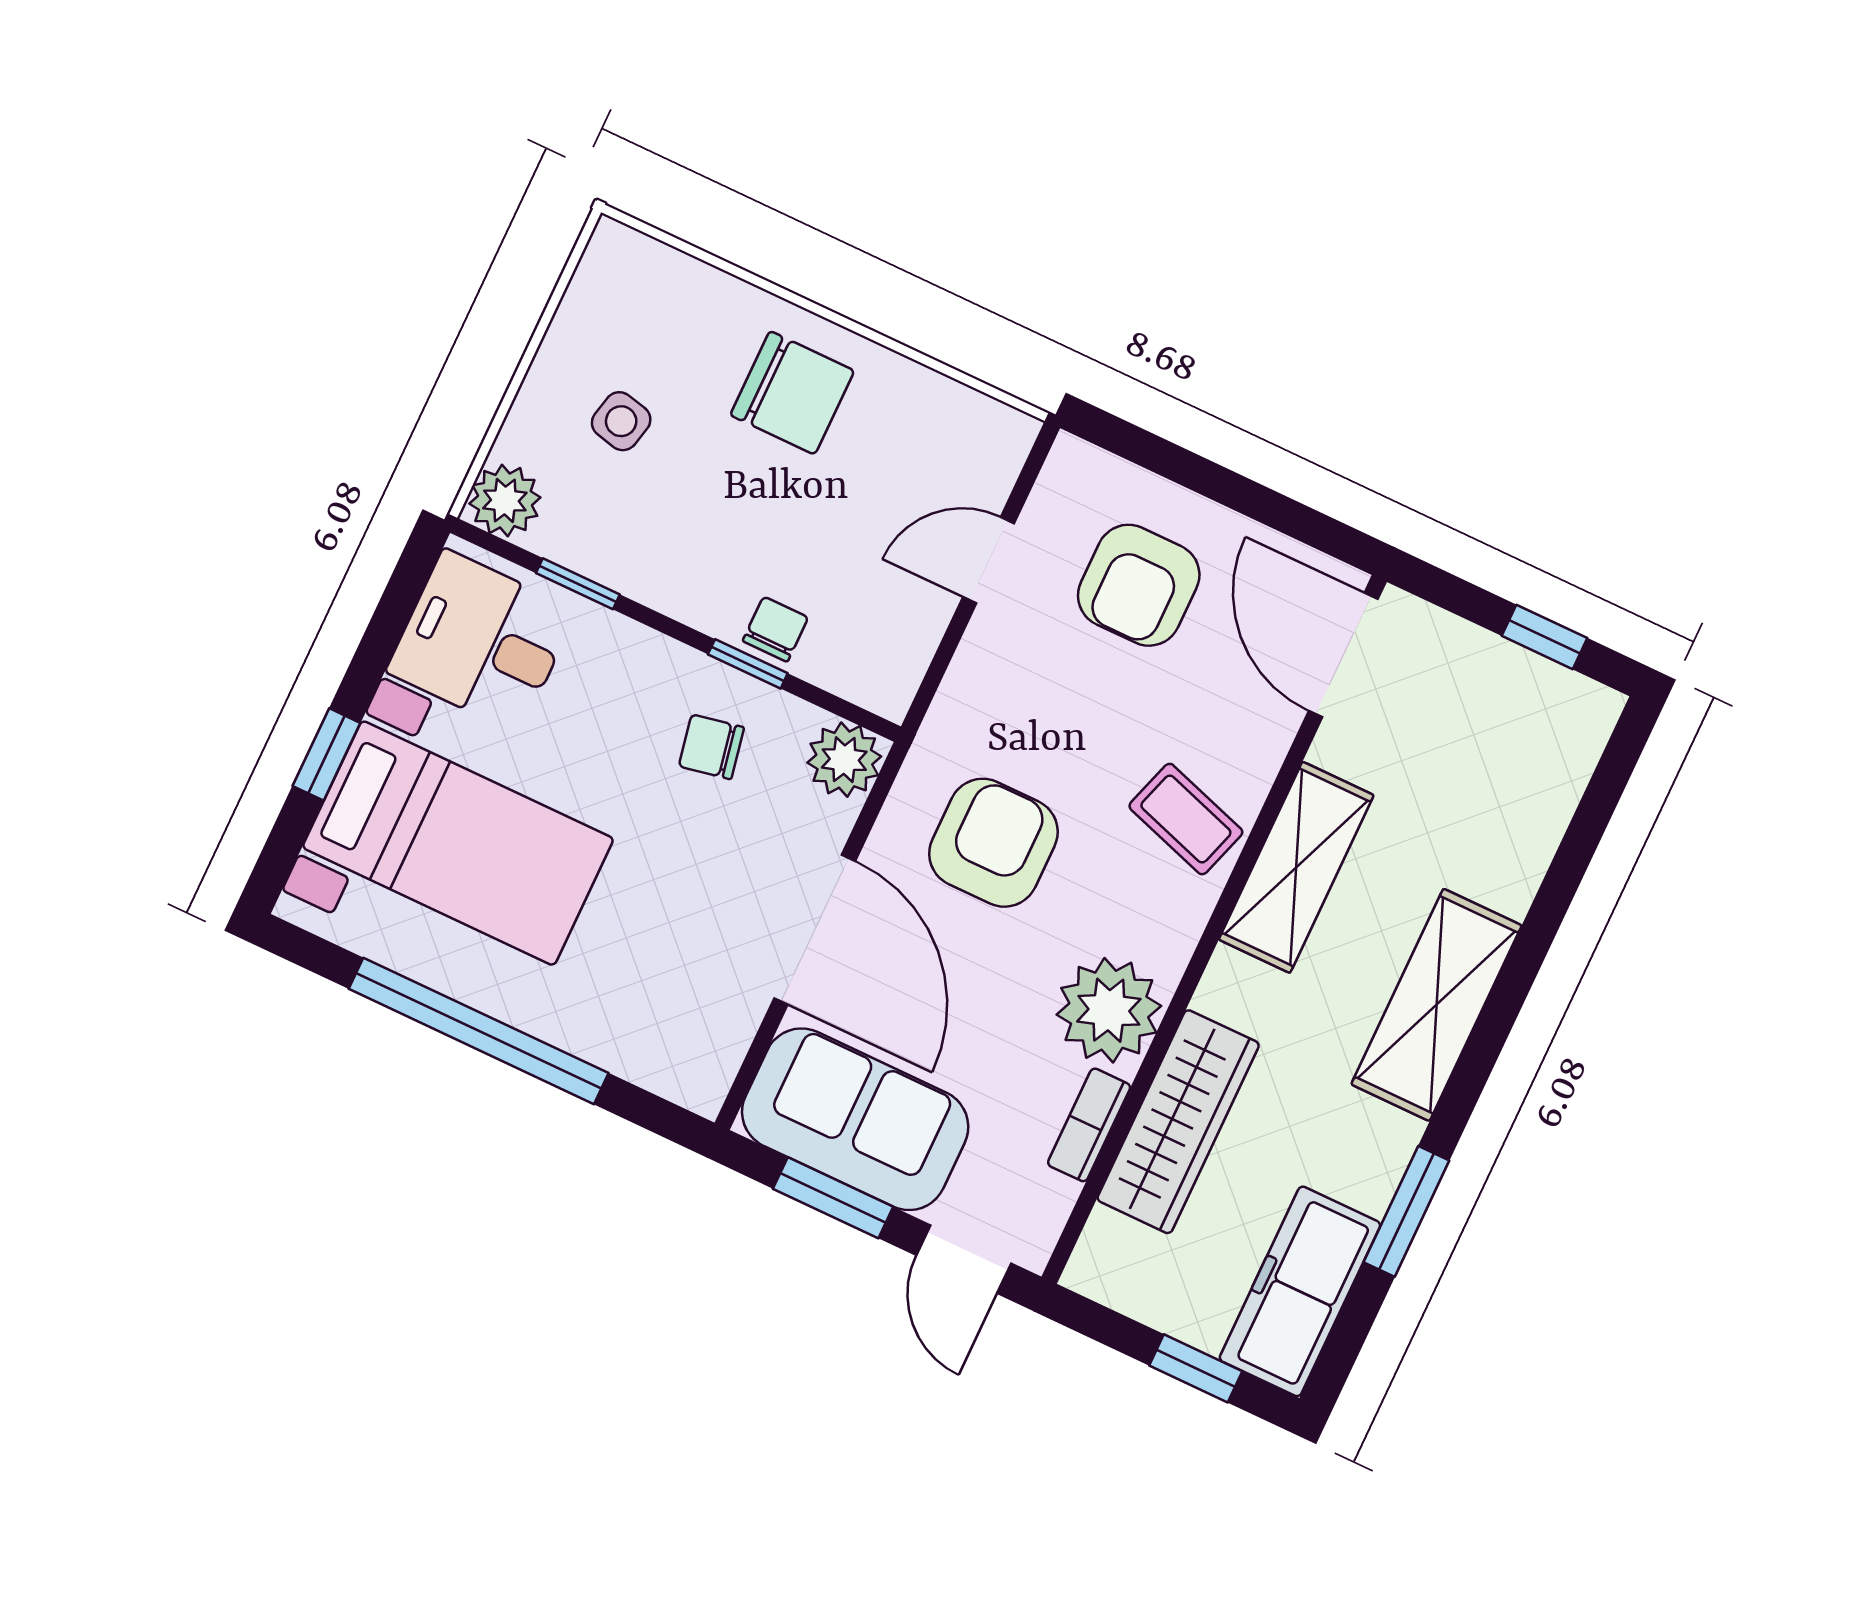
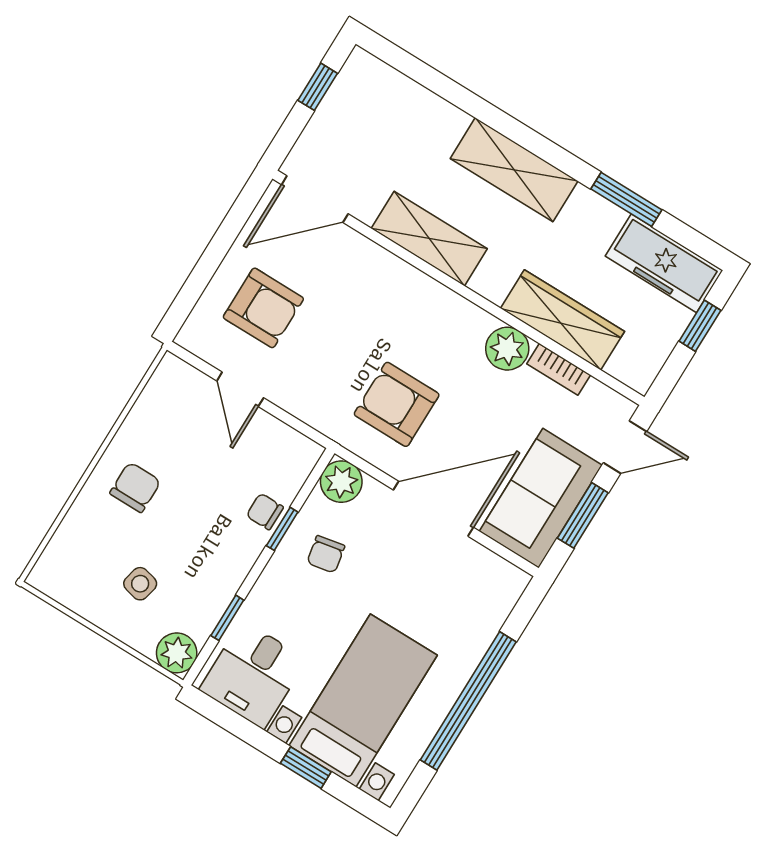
chair: (792, 393) -> (135, 487), width x0.73, depth x0.73
coffee table: (1186, 819) -> (396, 297), removed
plant: (1109, 1010) -> (507, 349), width x0.73, depth x0.73

